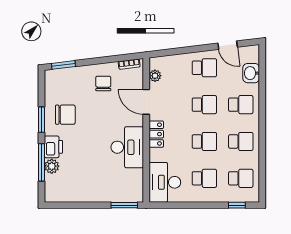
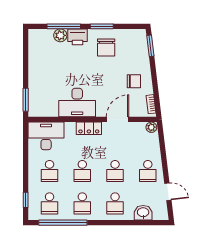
door: (228, 45) -> (168, 192), swing flipped
plant: (155, 76) -> (151, 127), moved
window: (262, 163) -> (63, 223), added

